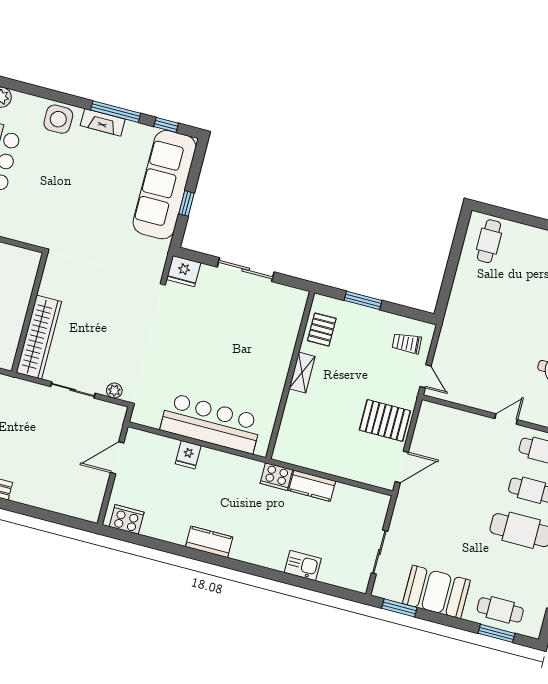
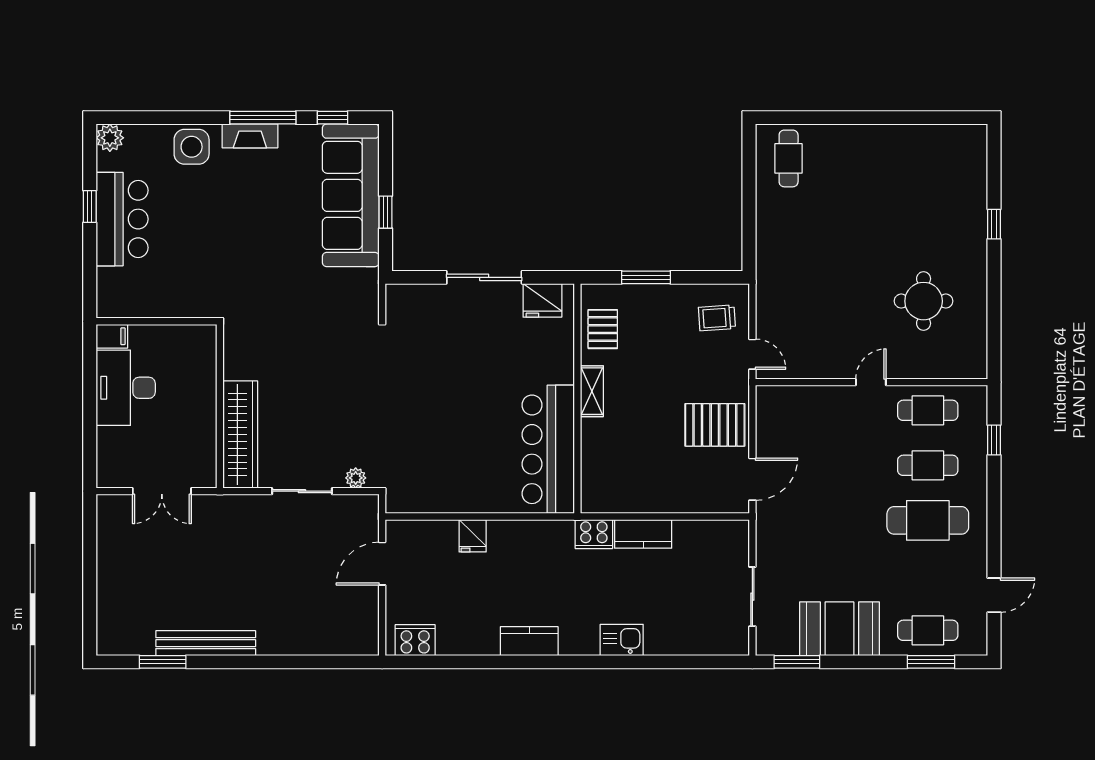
fridge: (184, 271) -> (542, 300), moved
bar counter: (211, 423) -> (548, 449), moved, turned -90
kitchen sink: (303, 566) -> (622, 640), moved

